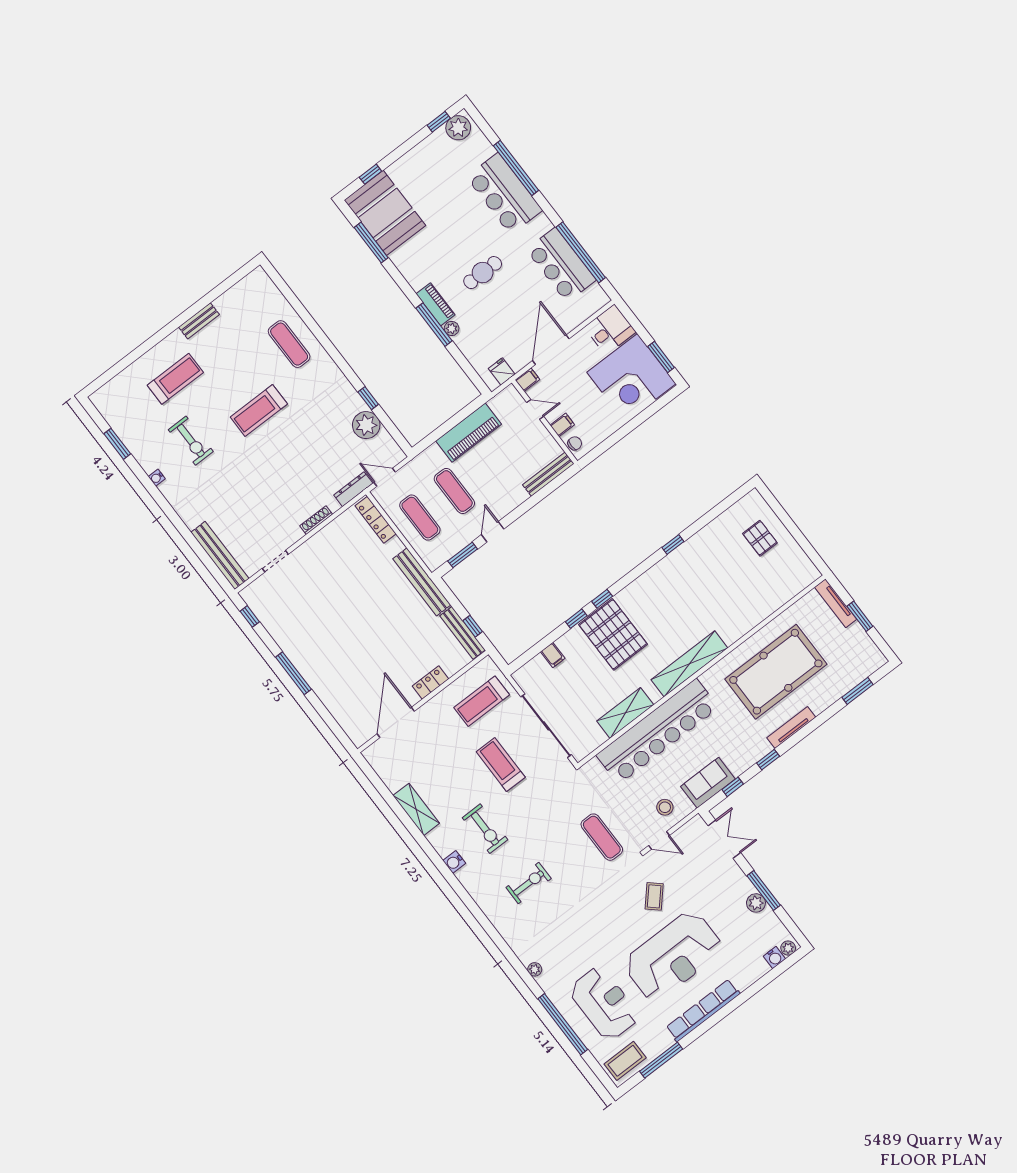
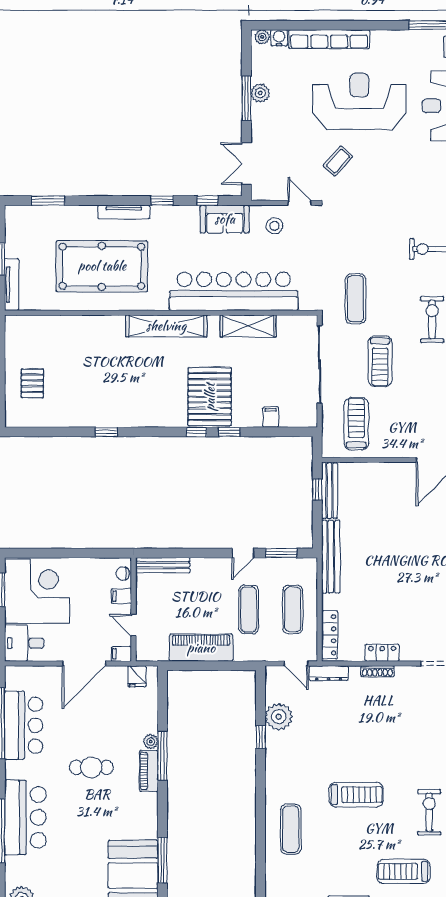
locker: (430, 683) -> (382, 653), moved, turned 180
treadmill: (482, 701) -> (356, 424), turned -90
exercise mat: (602, 837) -> (356, 299), moved
row of seats: (703, 1010) -> (329, 39), moved

